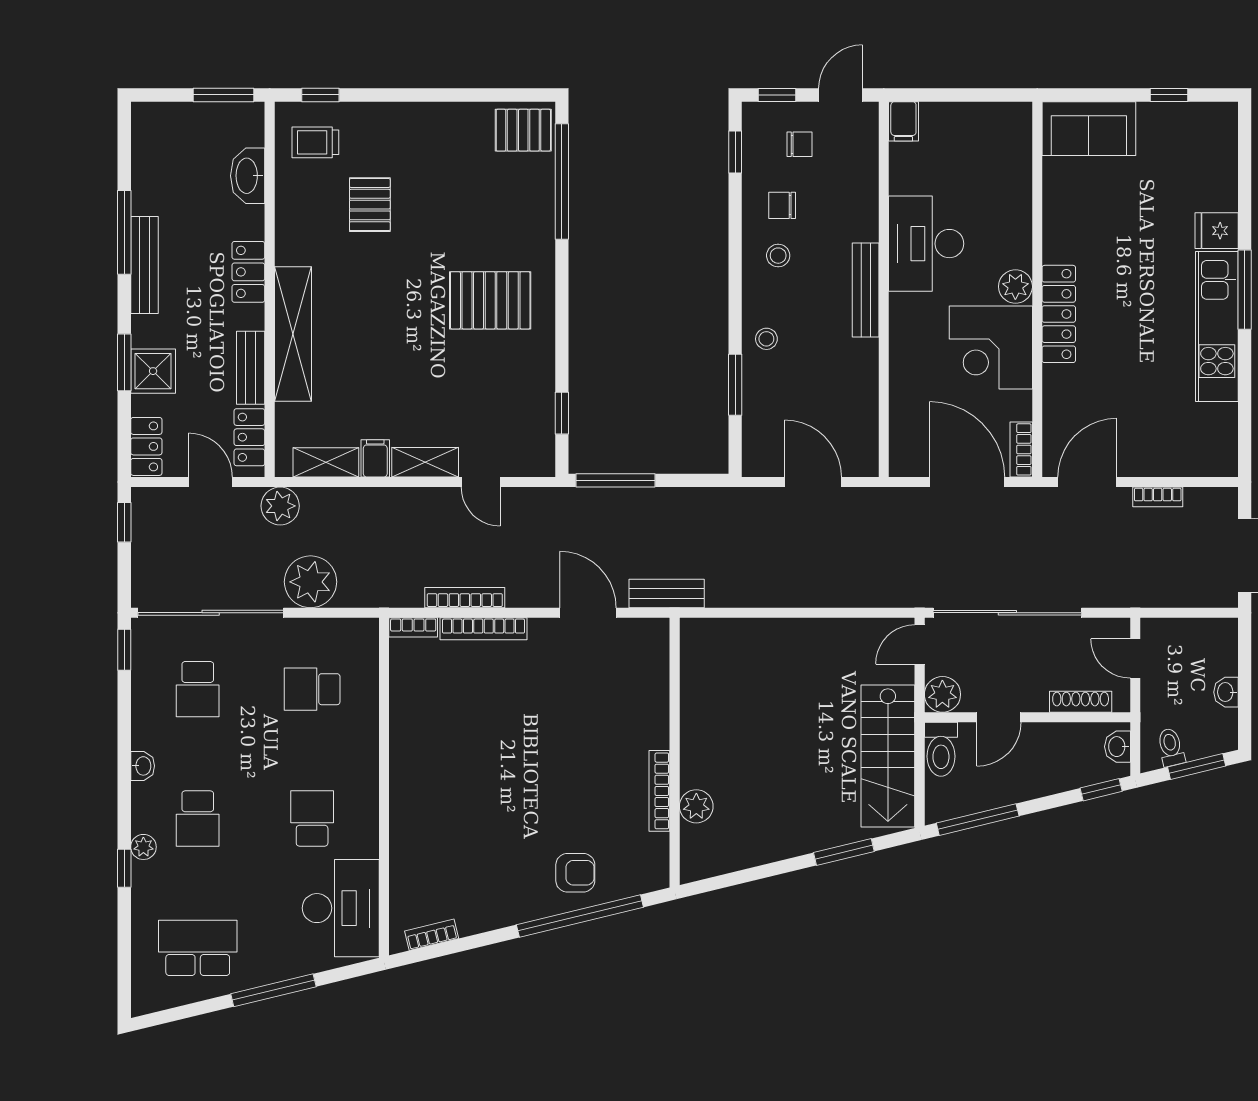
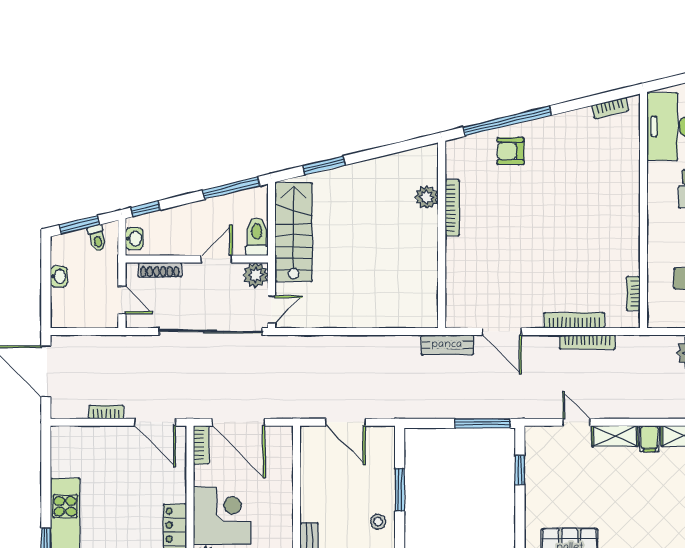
door: (1087, 482) -> (155, 422), hinge flipped
bookcase: (413, 627) -> (633, 293), moved, turned -90

